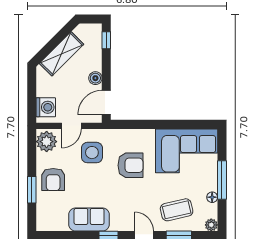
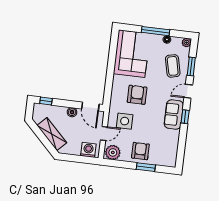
door: (71, 126) -> (104, 133), hinge flipped
armchair: (53, 179) -> (140, 151), turned -90
sofa: (89, 219) -> (174, 115), moved

